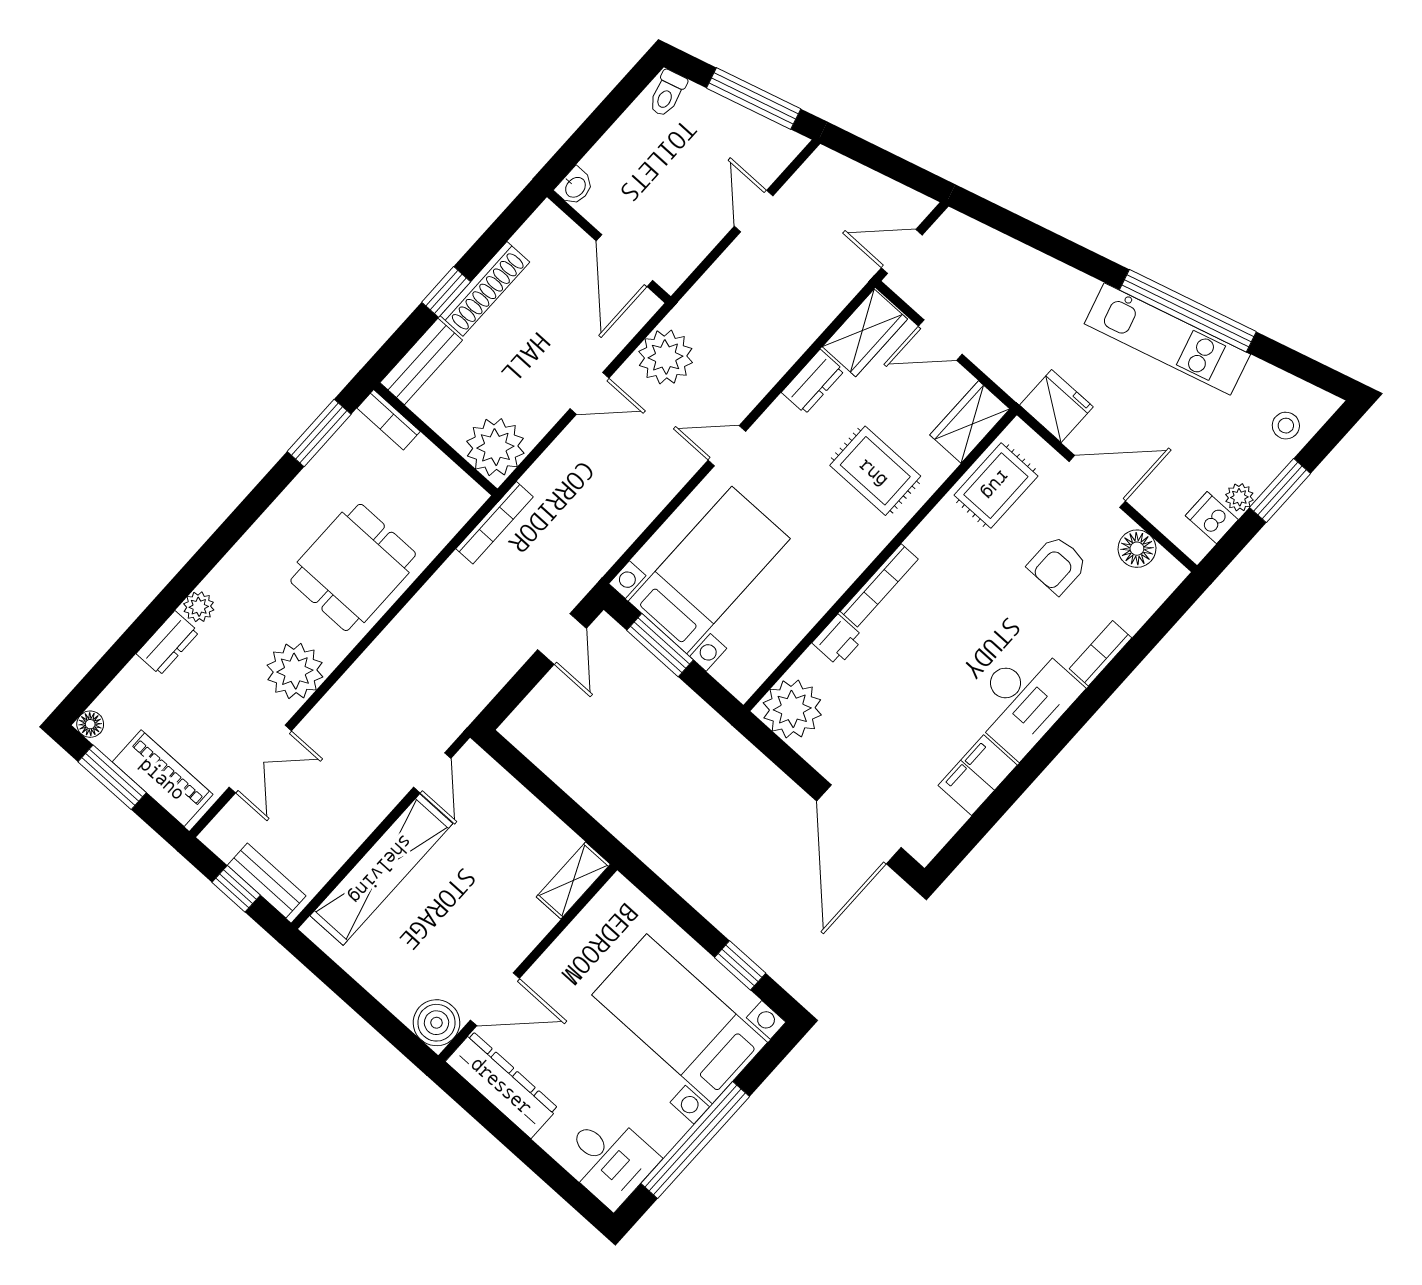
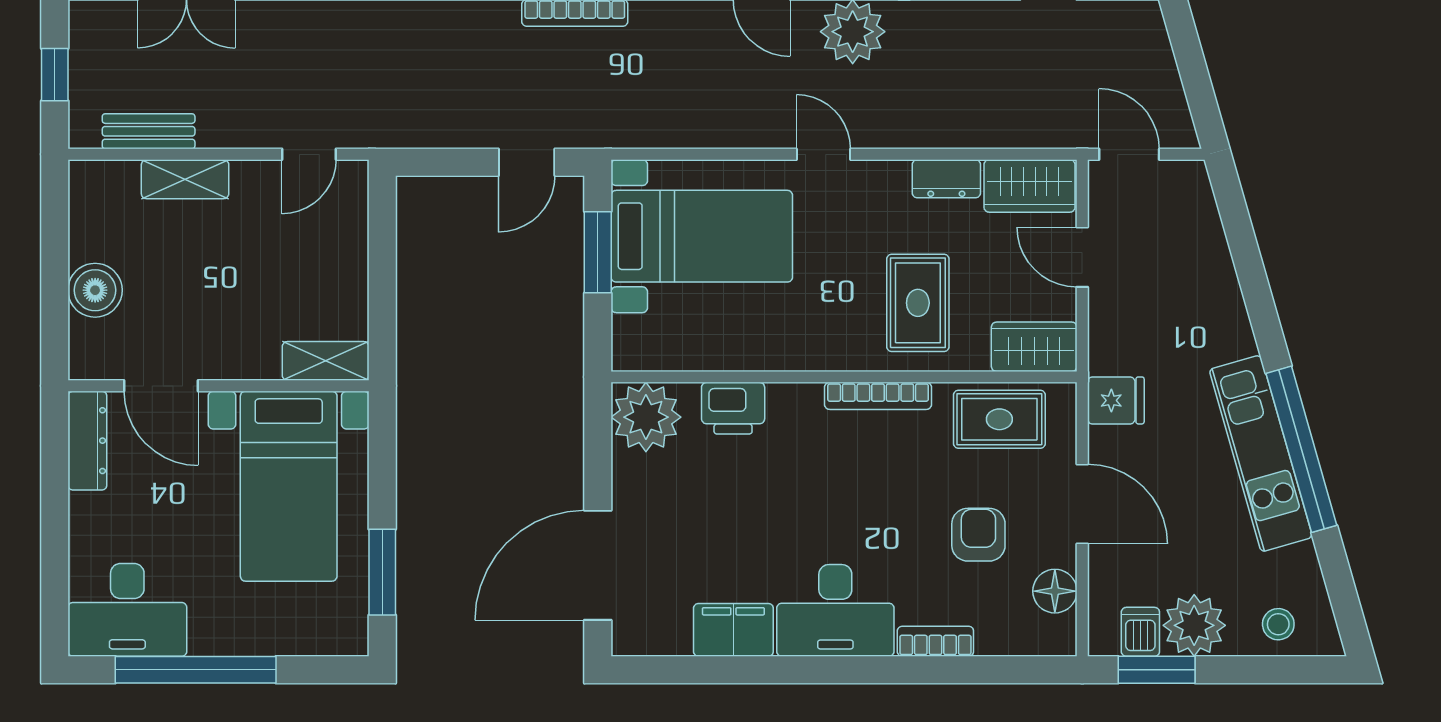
fridge: (1056, 406) -> (1116, 400), width x0.72
window: (1280, 490) -> (1157, 670), moved
plant: (1239, 497) -> (1194, 625), width x1.88, depth x1.88
armchair: (1057, 565) -> (978, 535), turned 90
bookcase: (879, 585) -> (878, 396), moved
printer: (838, 640) -> (733, 408), width x1.36, depth x1.24
shelving: (381, 870) -> (185, 179), width x0.45, depth x0.75
bench: (267, 881) -> (149, 131), moved, turned 90
window: (740, 965) -> (382, 572), width x1.50
bed with nightstands: (680, 1019) -> (289, 486), moved, turned 180
boiler: (436, 1023) -> (95, 290), moved
dresser: (502, 1085) -> (87, 441), width x0.73, depth x0.80
desk: (609, 1159) -> (127, 610), width x1.37

